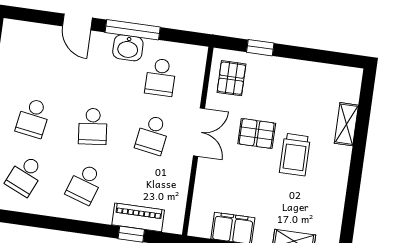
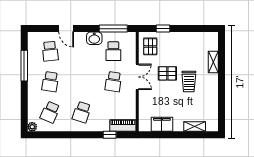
window: (133, 30) -> (113, 29), moved
school desk: (93, 126) -> (50, 51), moved
piano: (138, 217) -> (123, 126), moved

